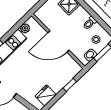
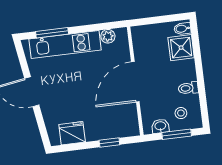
door: (58, 41) -> (135, 82), hinge flipped

